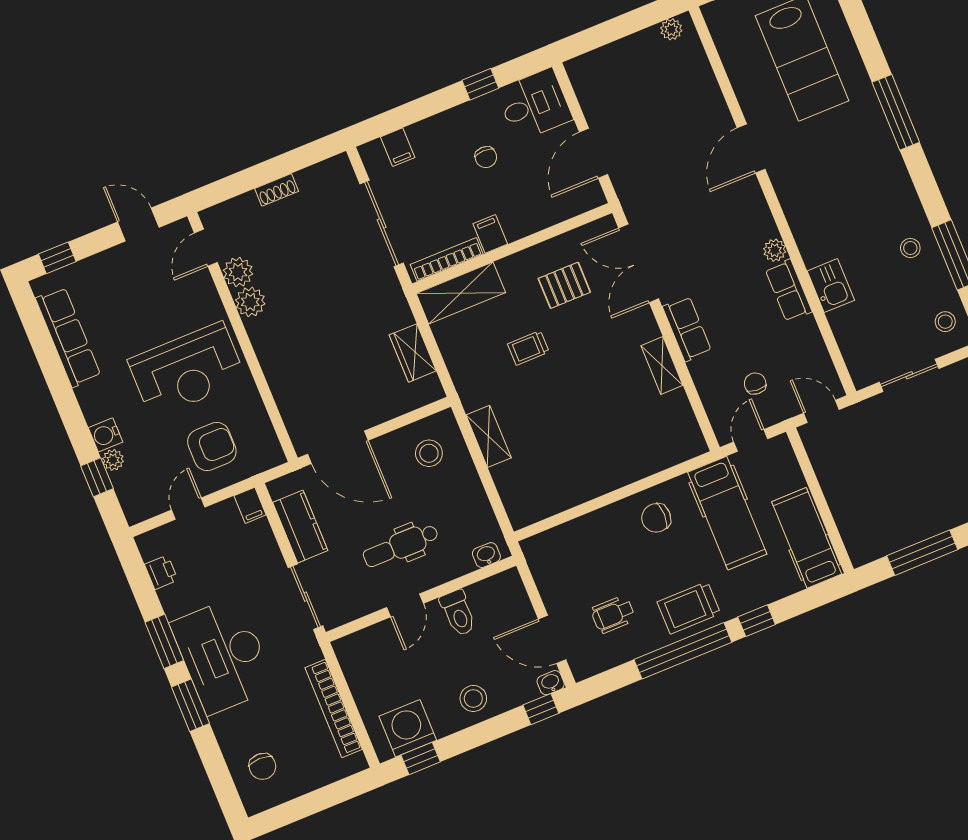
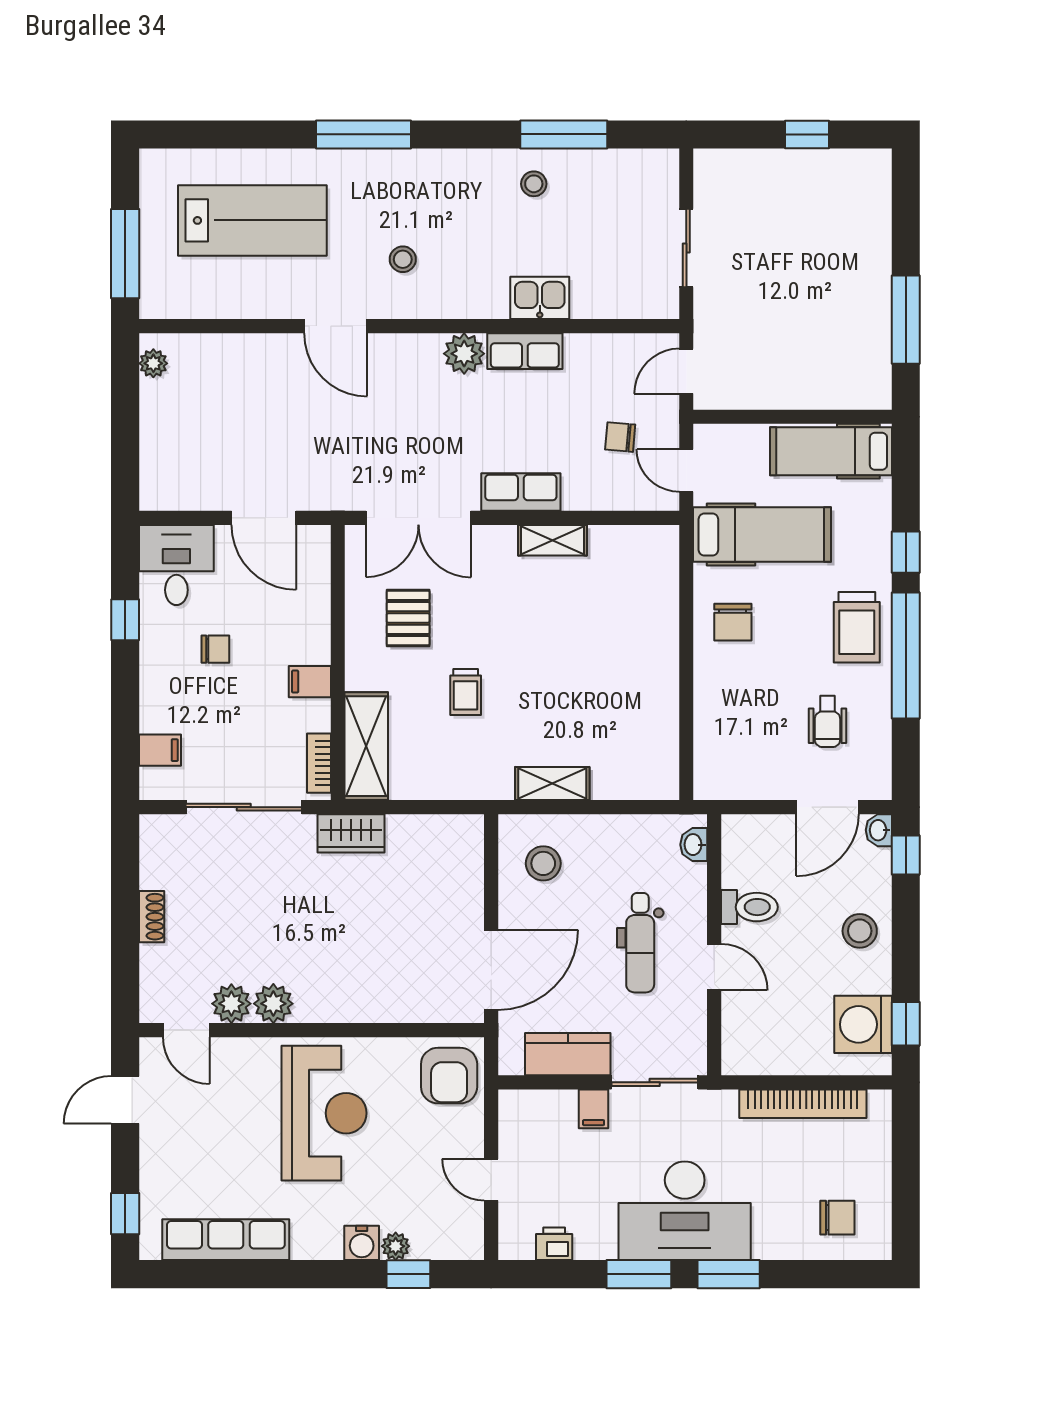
plant: (775, 250) -> (464, 354), width x1.38, depth x1.38
bookcase: (447, 259) -> (319, 763), width x0.64
stool: (945, 322) -> (403, 259), moved
wardrobe: (413, 353) -> (351, 833), moved
armchair: (212, 446) -> (449, 1076), moved, turned 180
filing cabinet: (250, 505) -> (594, 1109), moved, turned 90

